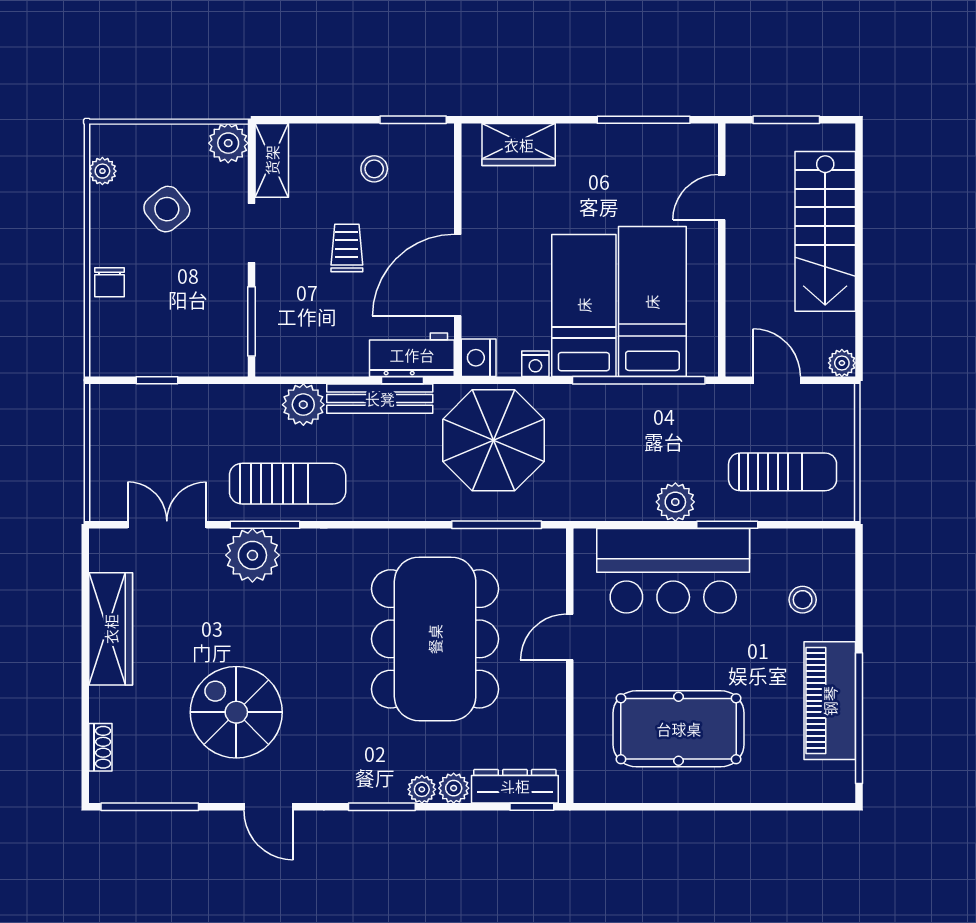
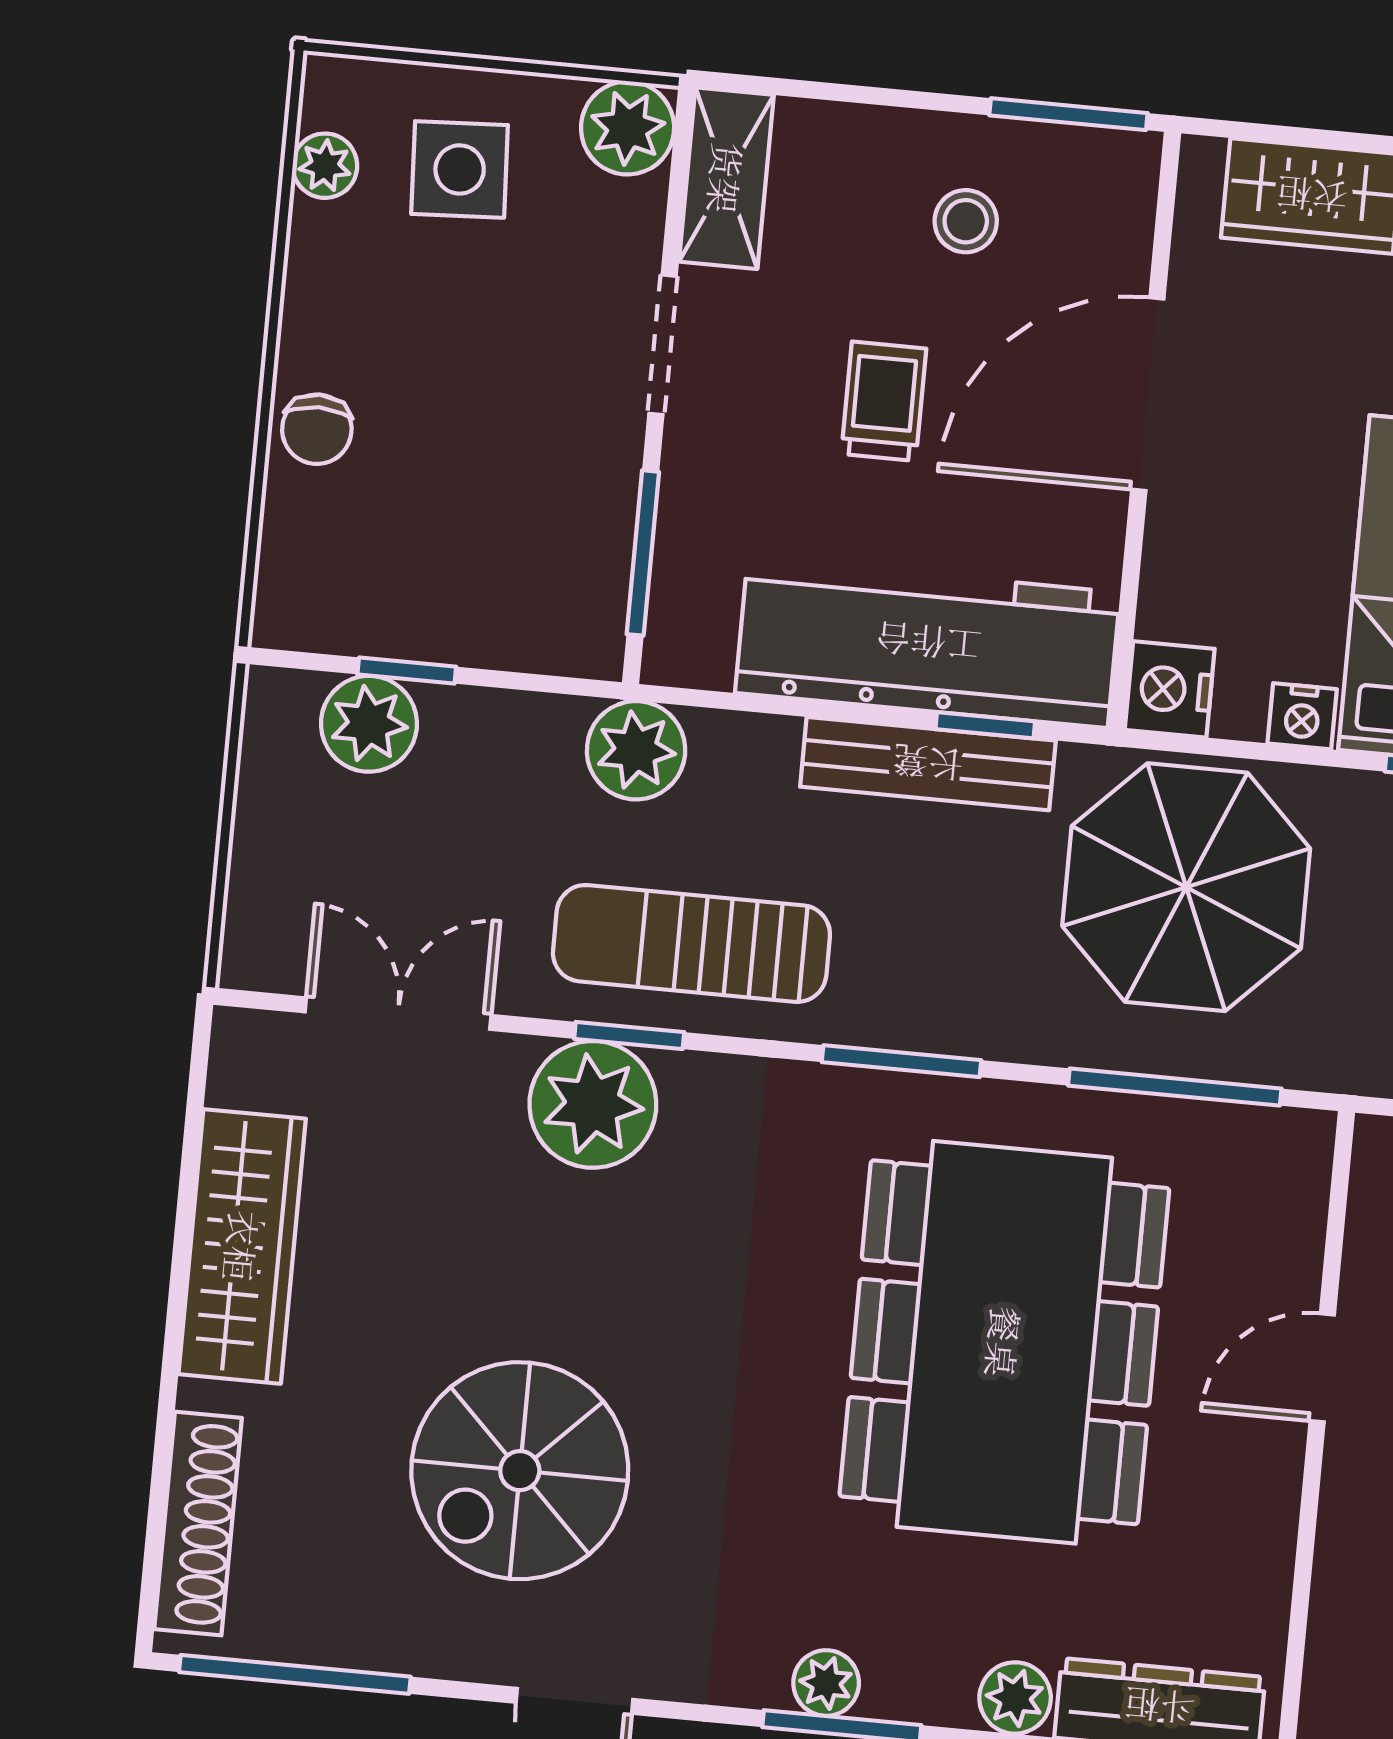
side table: (167, 209) -> (460, 169), moved, turned 36
door: (458, 275) -> (1148, 394), moved
workbench: (412, 355) -> (928, 643), width x1.88, depth x1.32
plant: (143, 404) -> (369, 724), added
plant: (303, 405) -> (636, 750), moved
sun lounger: (288, 484) -> (691, 943), turned 180
window: (265, 525) -> (629, 1035), width x0.67
window: (381, 525) -> (902, 1061), added
spiral stairs: (236, 712) -> (520, 1471), turned -90
shoe rack: (100, 747) -> (198, 1524), width x1.94, depth x1.24
plant: (422, 789) -> (826, 1683), moved

